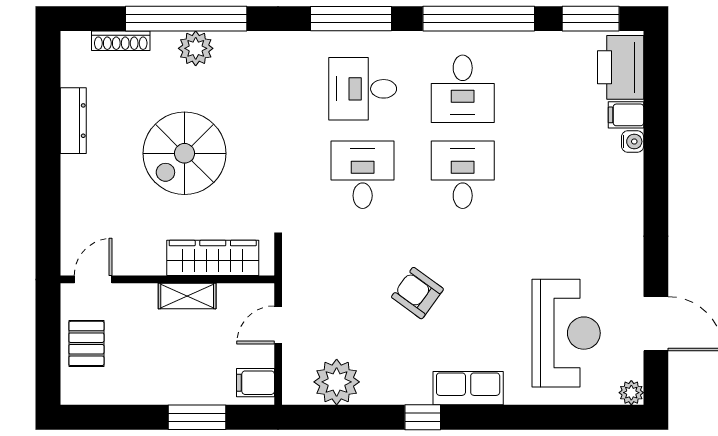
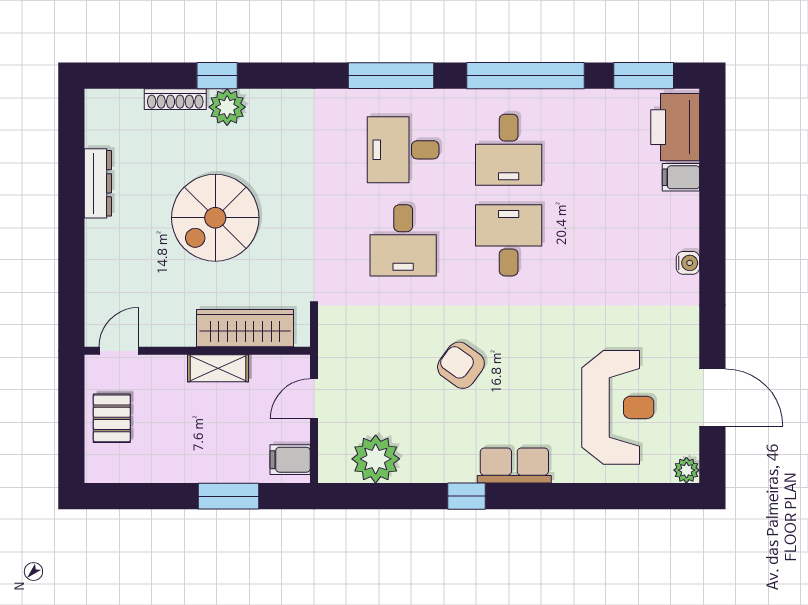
window: (186, 19) -> (217, 76), width x0.32
shoe rack: (121, 41) -> (175, 99), moved
water cooler: (633, 142) -> (688, 263), moved
desk: (363, 175) -> (403, 240), turned 180

